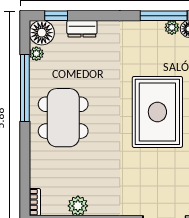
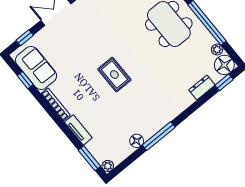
plant: (172, 27) -> (148, 133), removed
rug: (157, 112) -> (114, 74), width x0.54, depth x0.49

